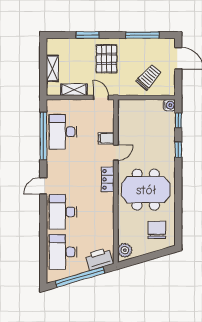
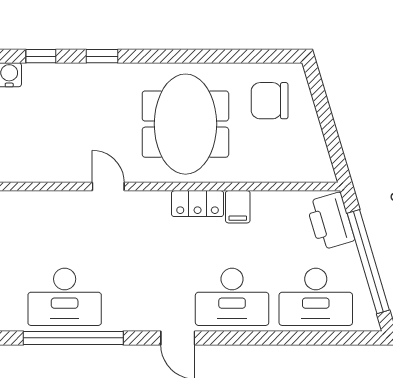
filing cabinet: (106, 138) -> (238, 207), moved
locker: (108, 179) -> (198, 204), moved
plant: (125, 250) -> (312, 168), removed

